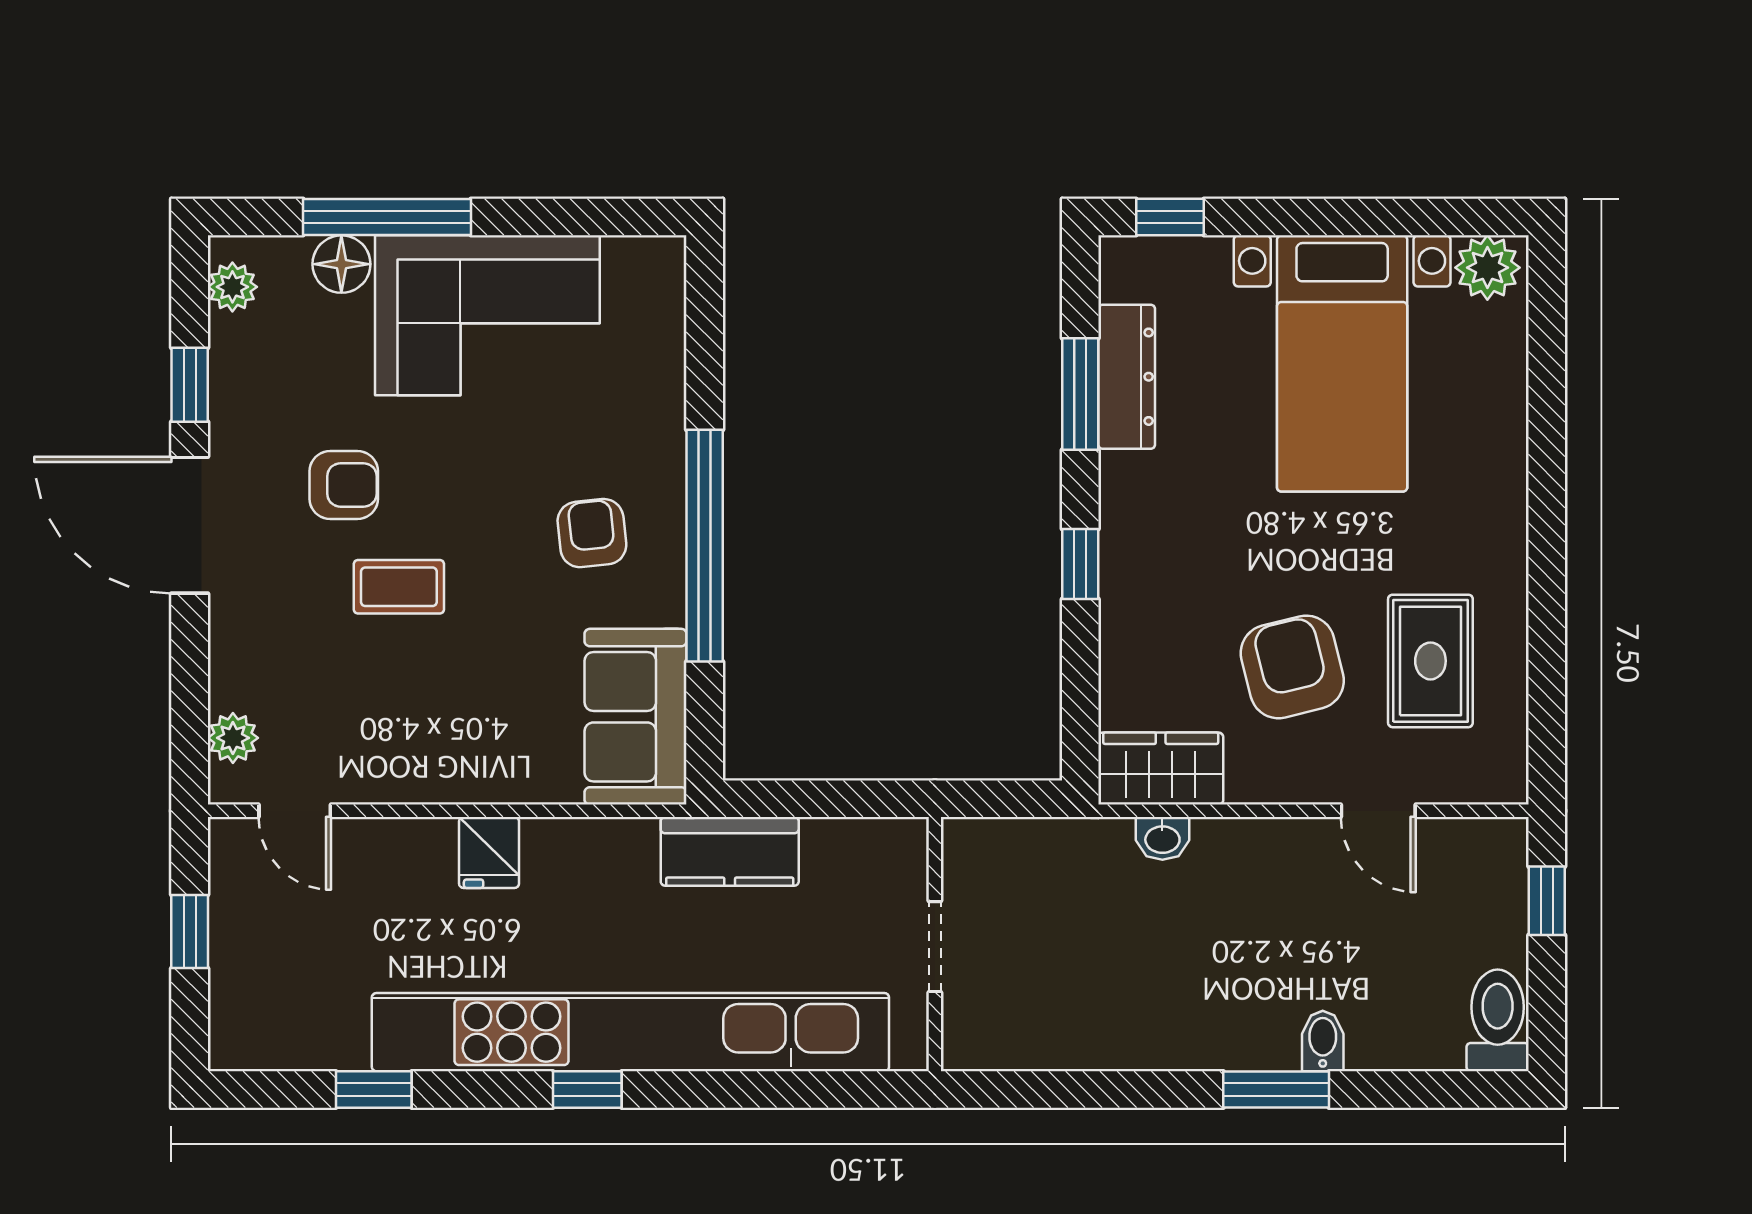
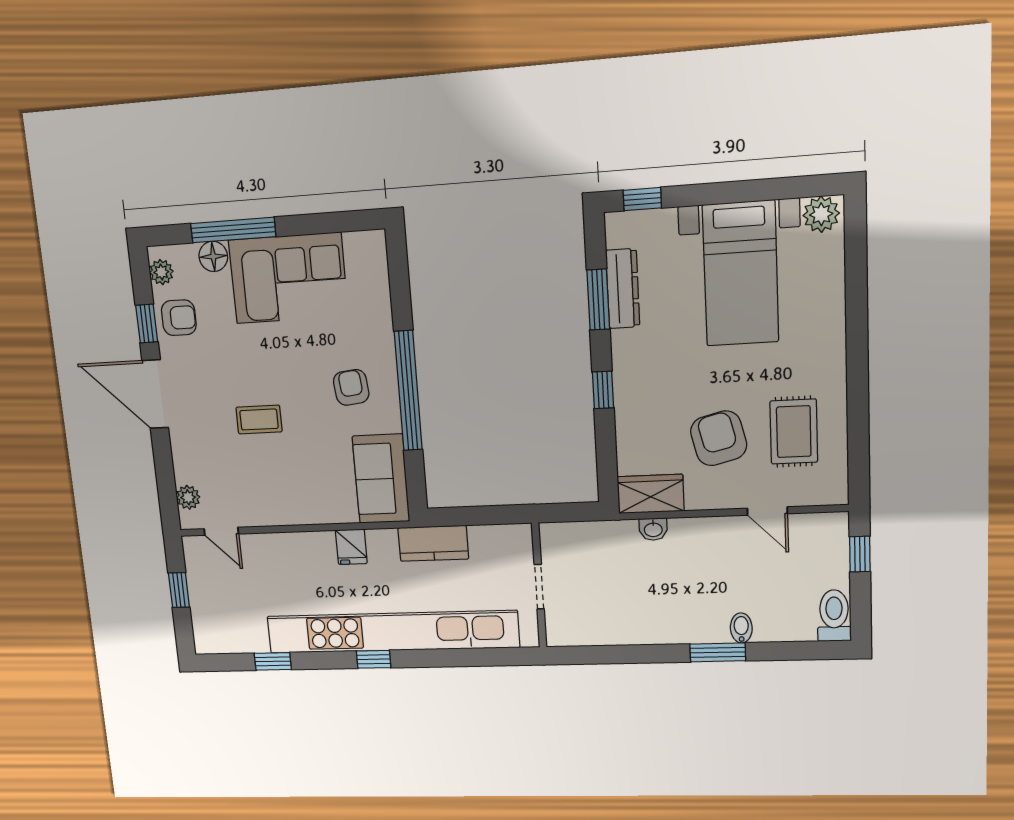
armchair: (344, 485) -> (179, 318), moved
fridge: (489, 852) -> (351, 547), moved

